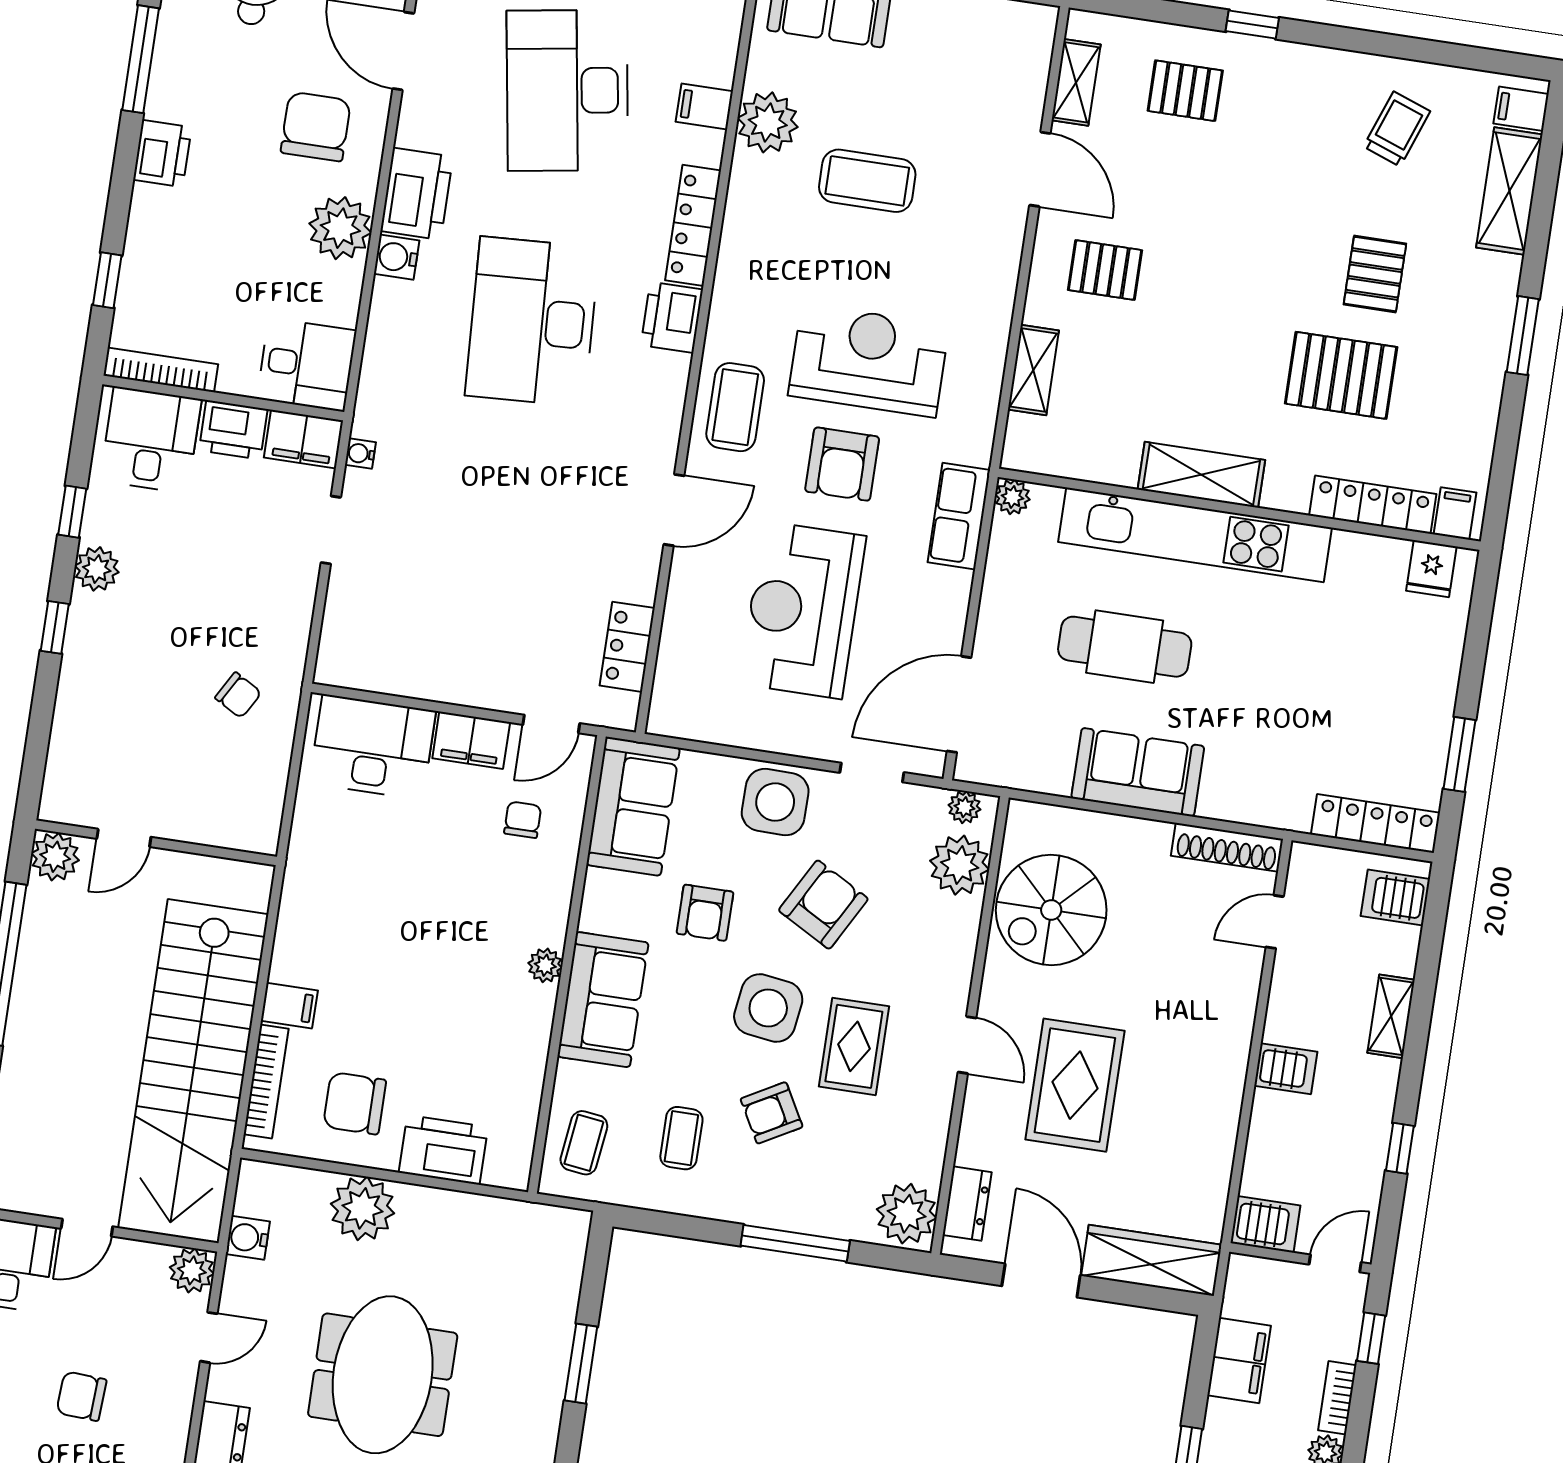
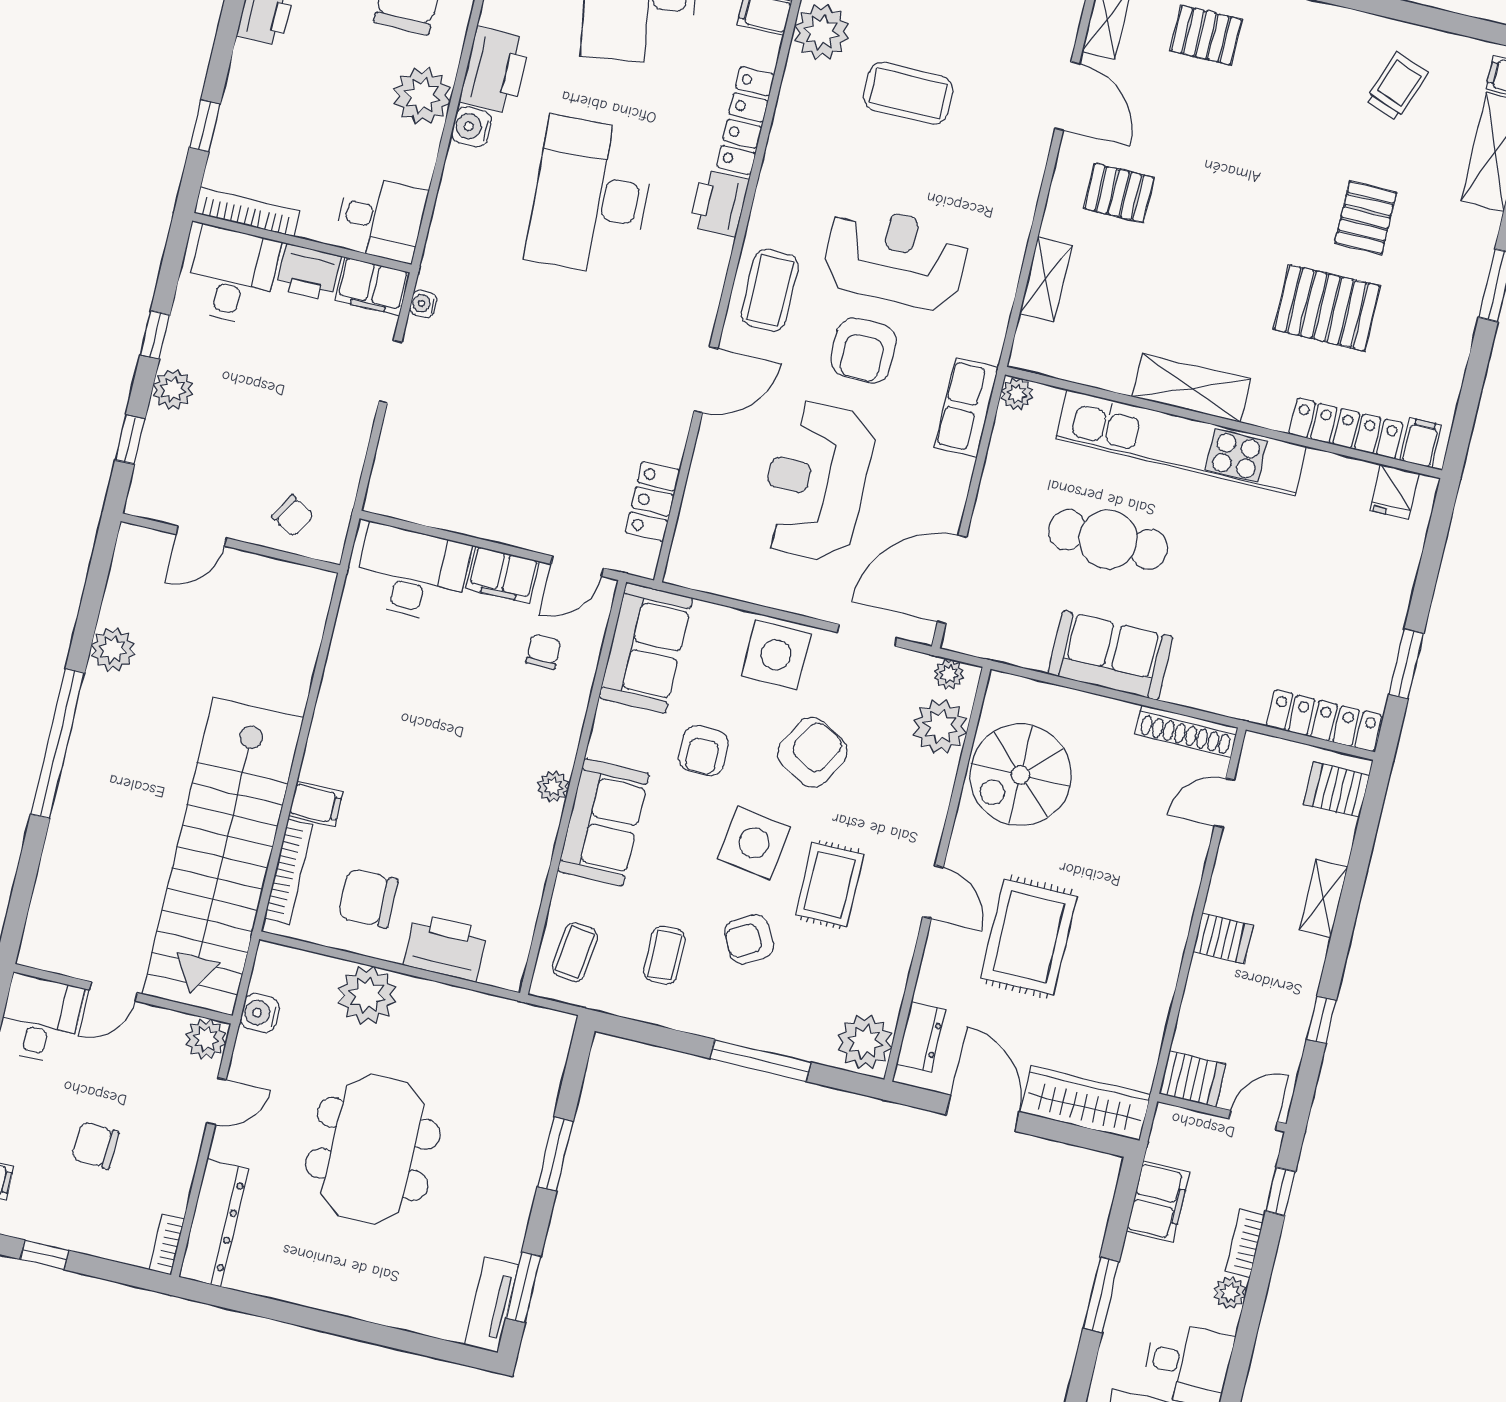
door: (124, 838) -> (201, 536), moved
wall: (156, 843) -> (230, 543), moved

